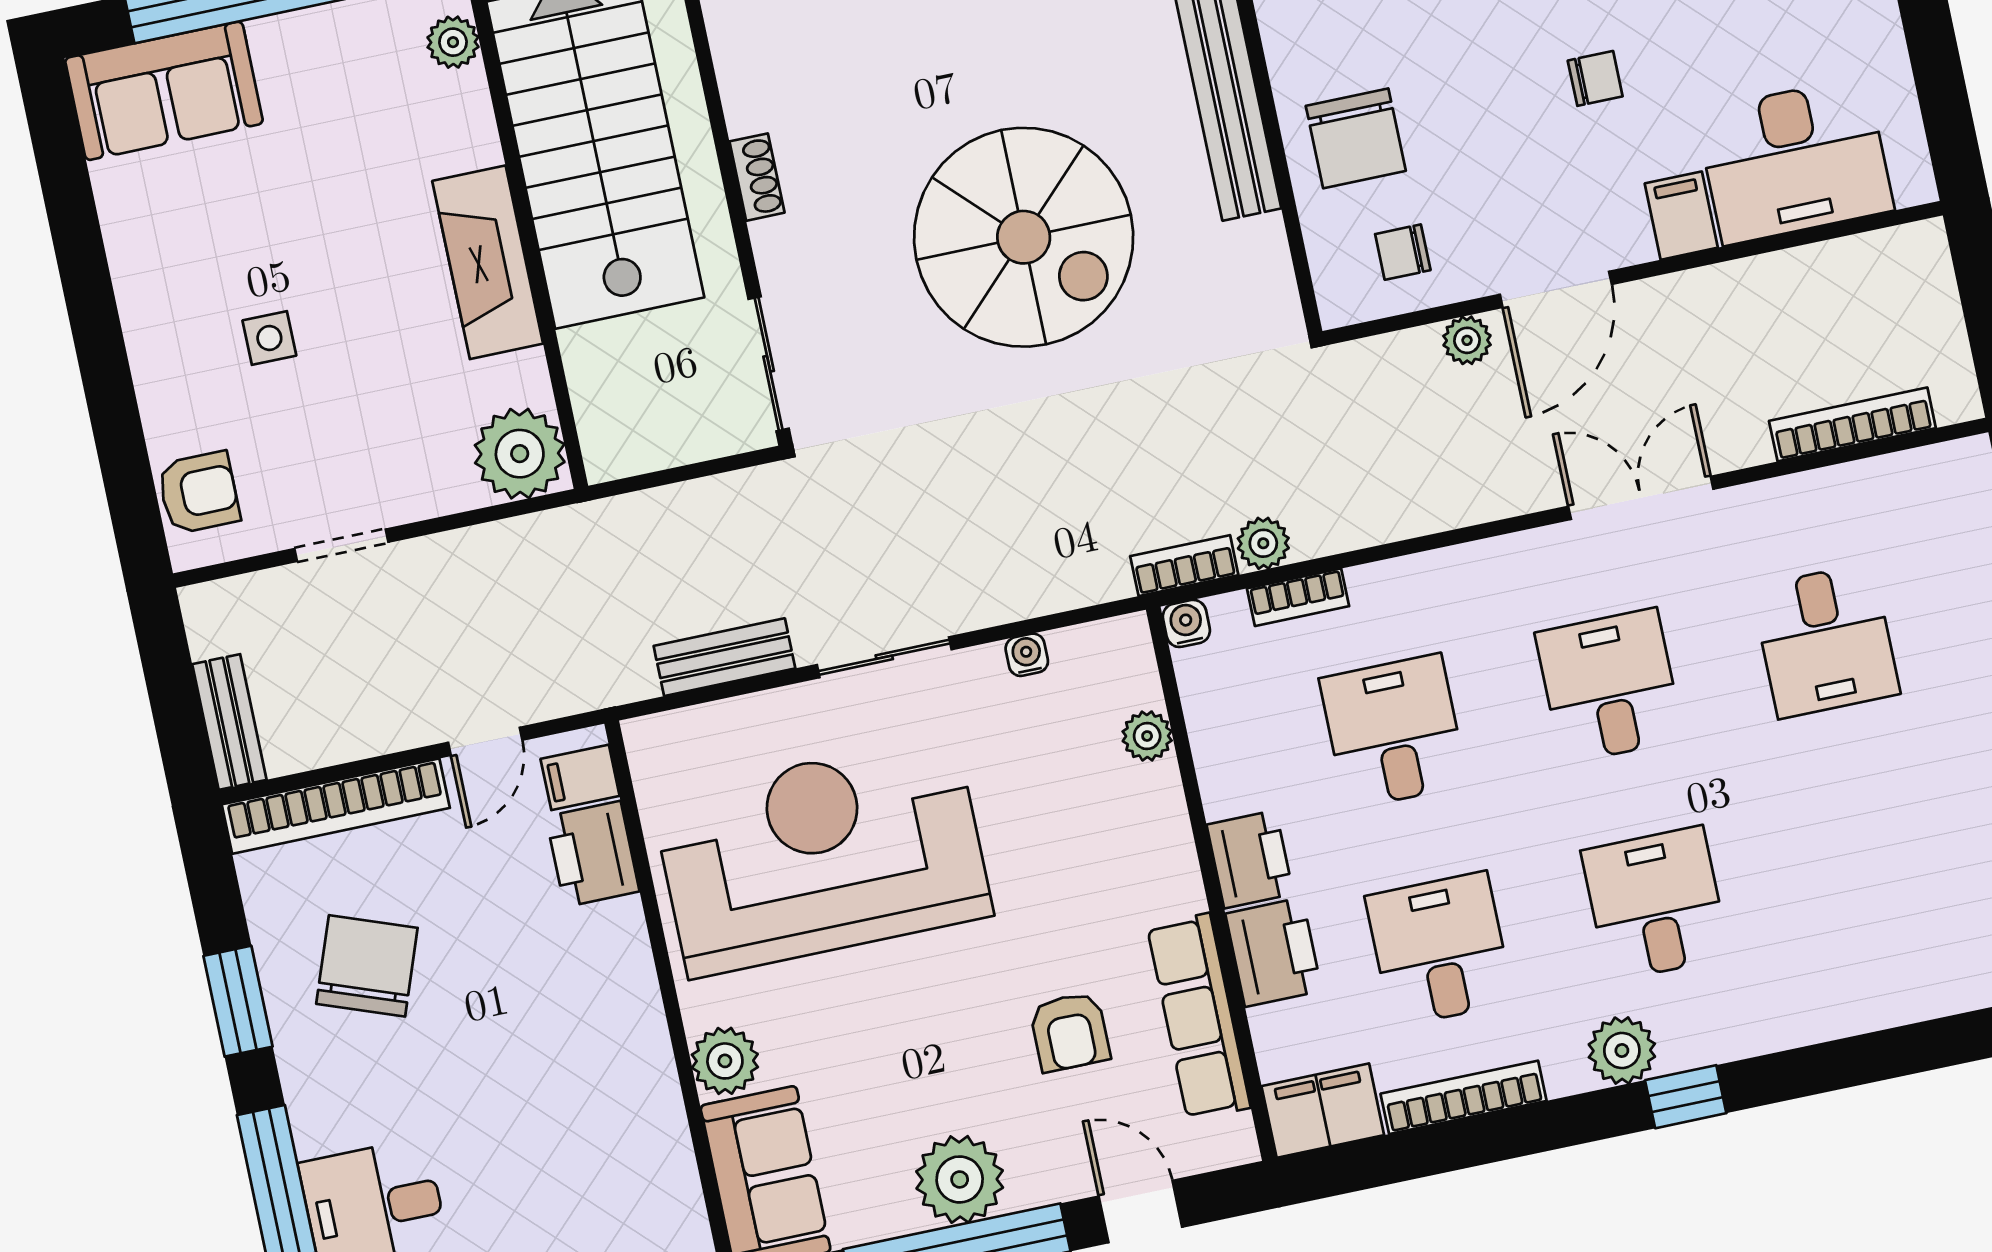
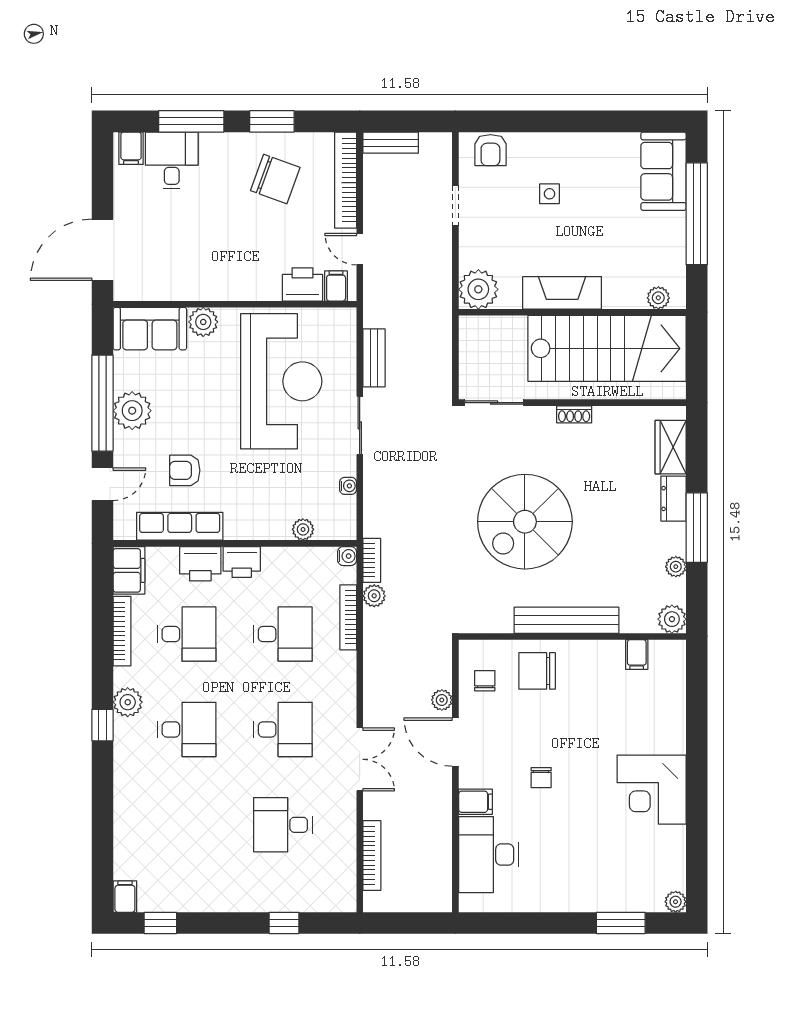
bookcase: (1298, 597) -> (348, 617), width x1.56

